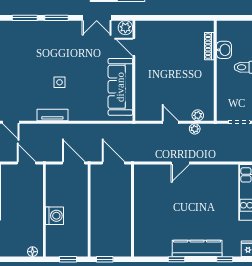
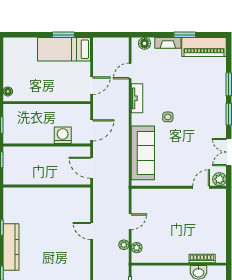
sofa: (120, 87) -> (143, 153), moved, turned 90
tv unit: (52, 115) -> (137, 98), moved
door: (113, 163) -> (92, 168), swing flipped
washing machine: (55, 216) -> (63, 135), moved, turned 180

